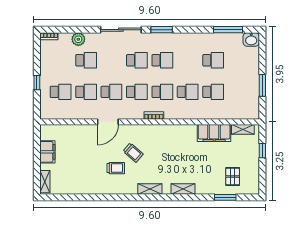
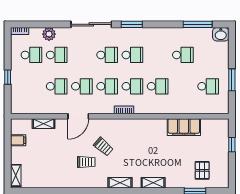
school desk: (61, 92) -> (31, 55), moved
school desk: (213, 92) -> (208, 86), moved
shelving: (243, 129) -> (44, 124), moved
filing cabinet: (47, 152) -> (18, 140), width x0.50

